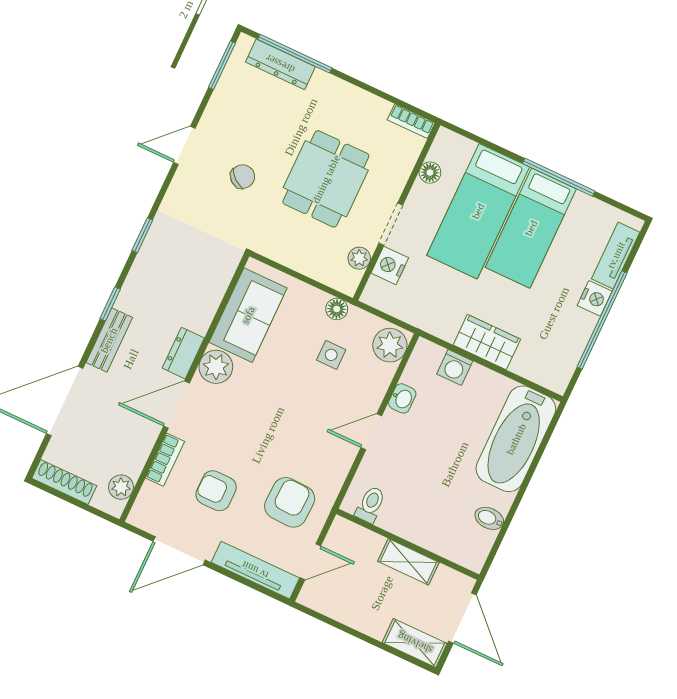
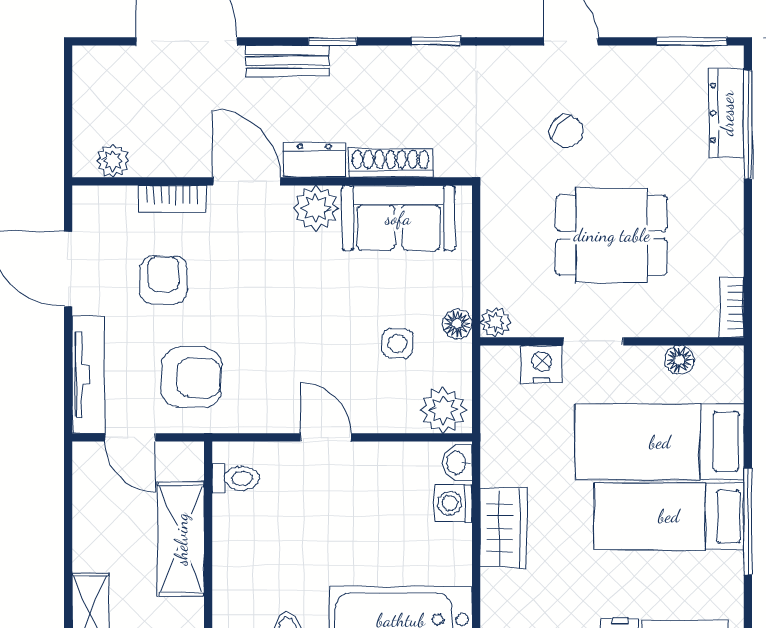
plant: (359, 258) -> (495, 322), moved
washbasin: (402, 398) -> (457, 463), moved, turned 90
shoe rack: (64, 482) -> (391, 163), moved, turned -90
shelving: (408, 562) -> (181, 539), width x1.50, depth x1.33

